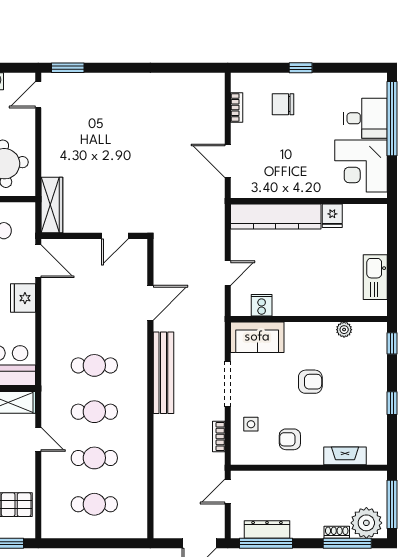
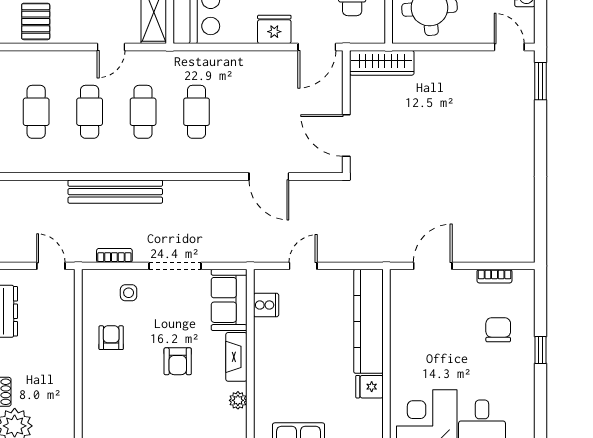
door: (115, 236) -> (346, 135), width x1.38
door: (228, 273) -> (303, 266), swing flipped
bench: (163, 373) -> (115, 192), moved
fireplace: (345, 456) -> (236, 357), moved, turned 180

